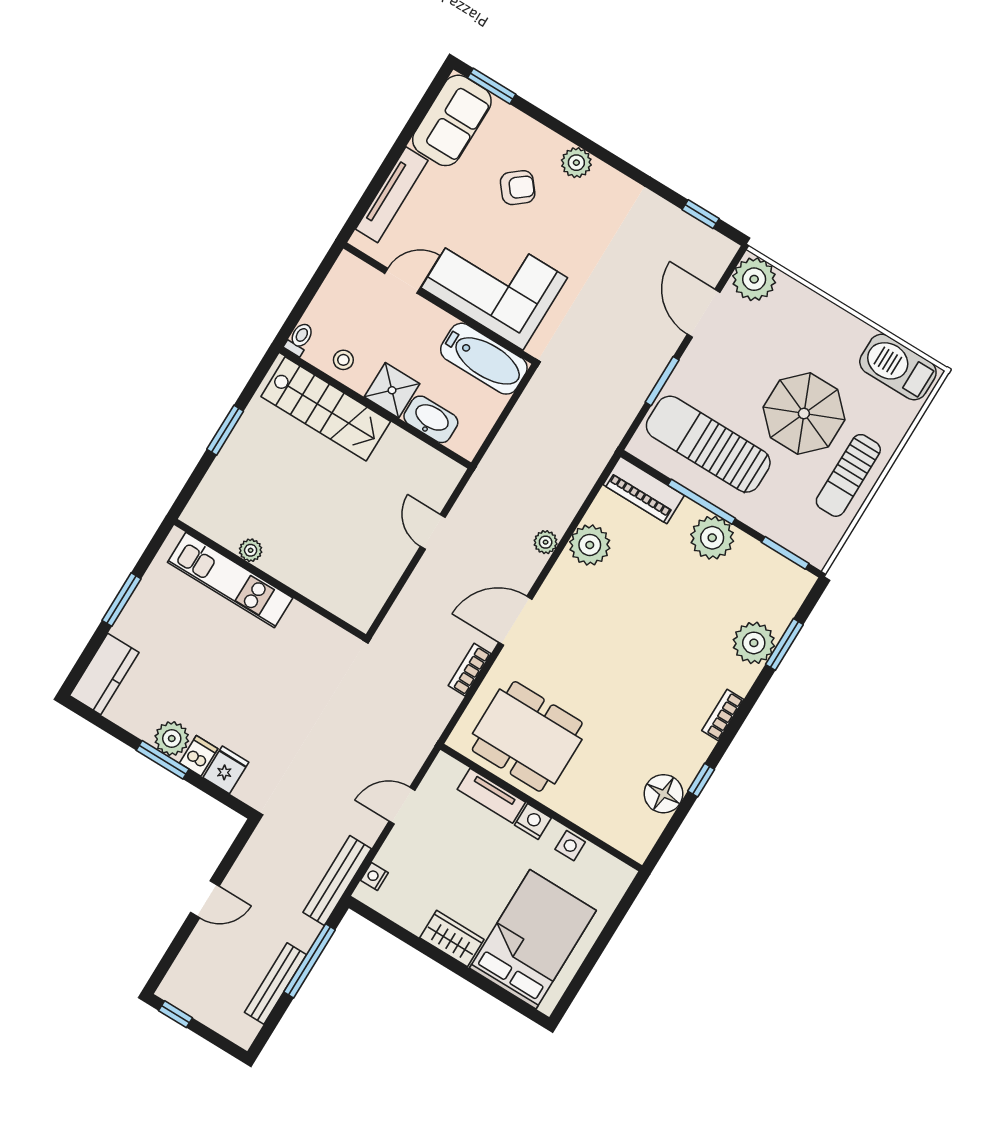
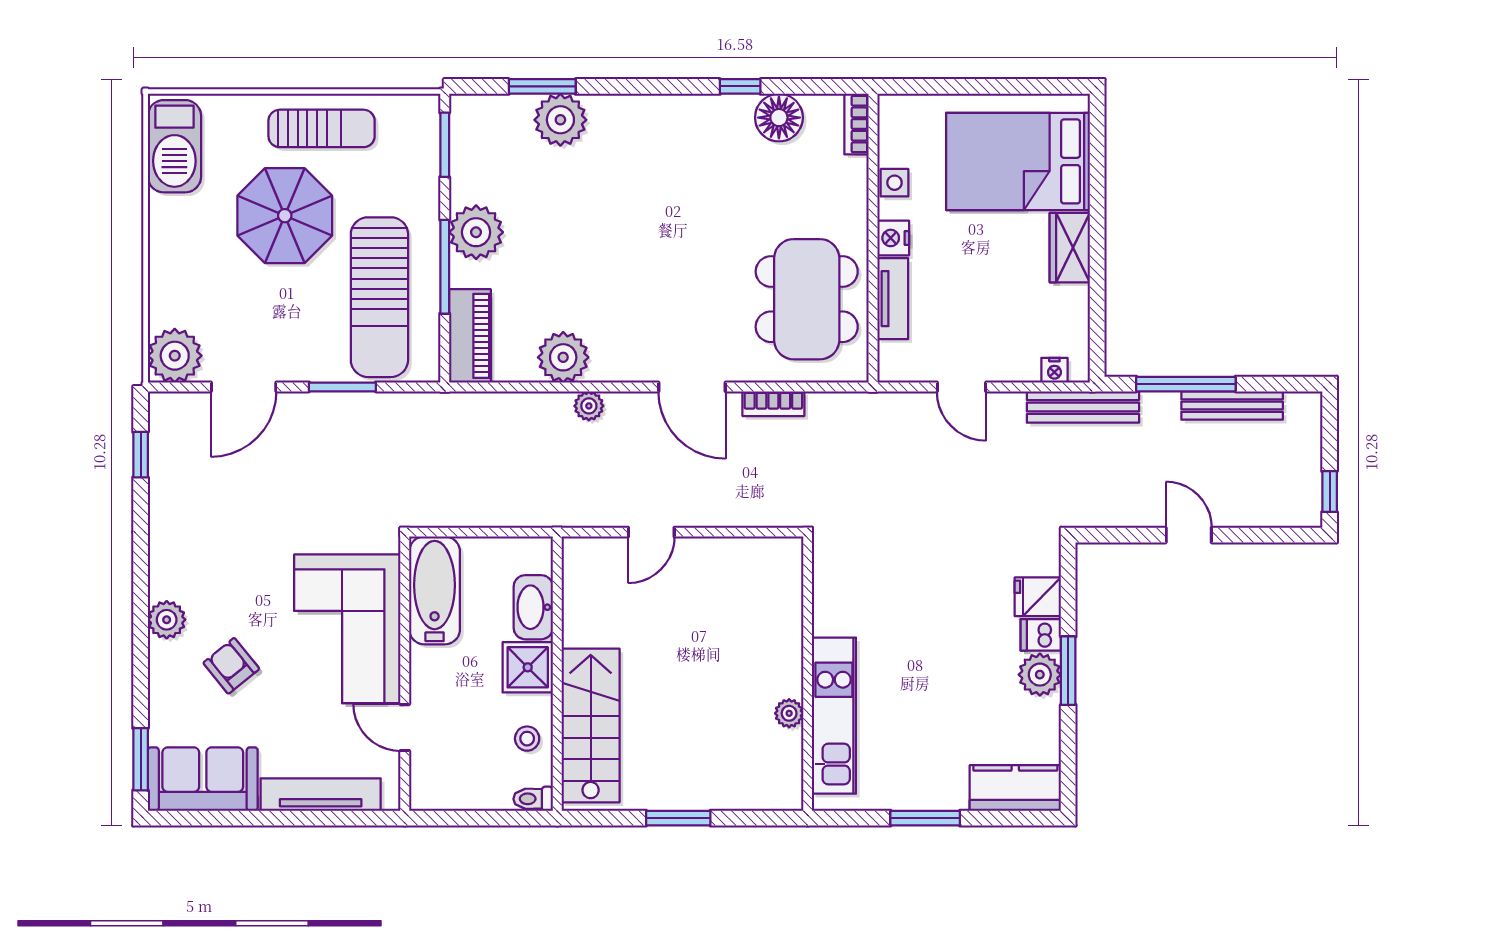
bookcase: (723, 715) -> (856, 124), moved, turned 90

